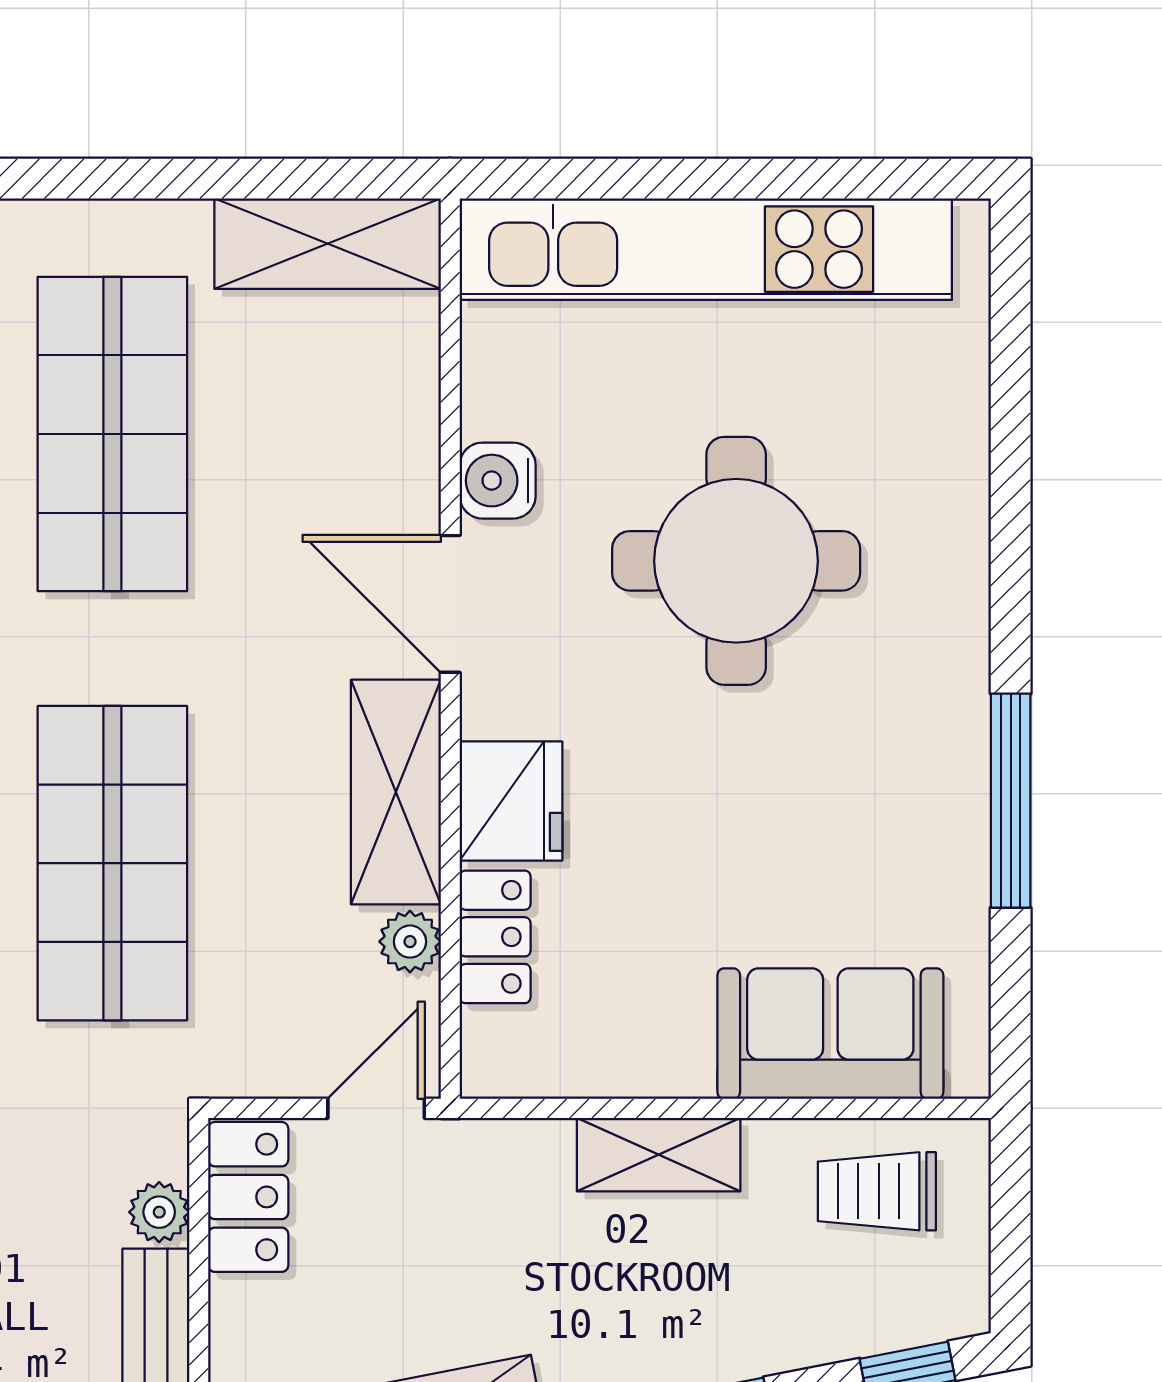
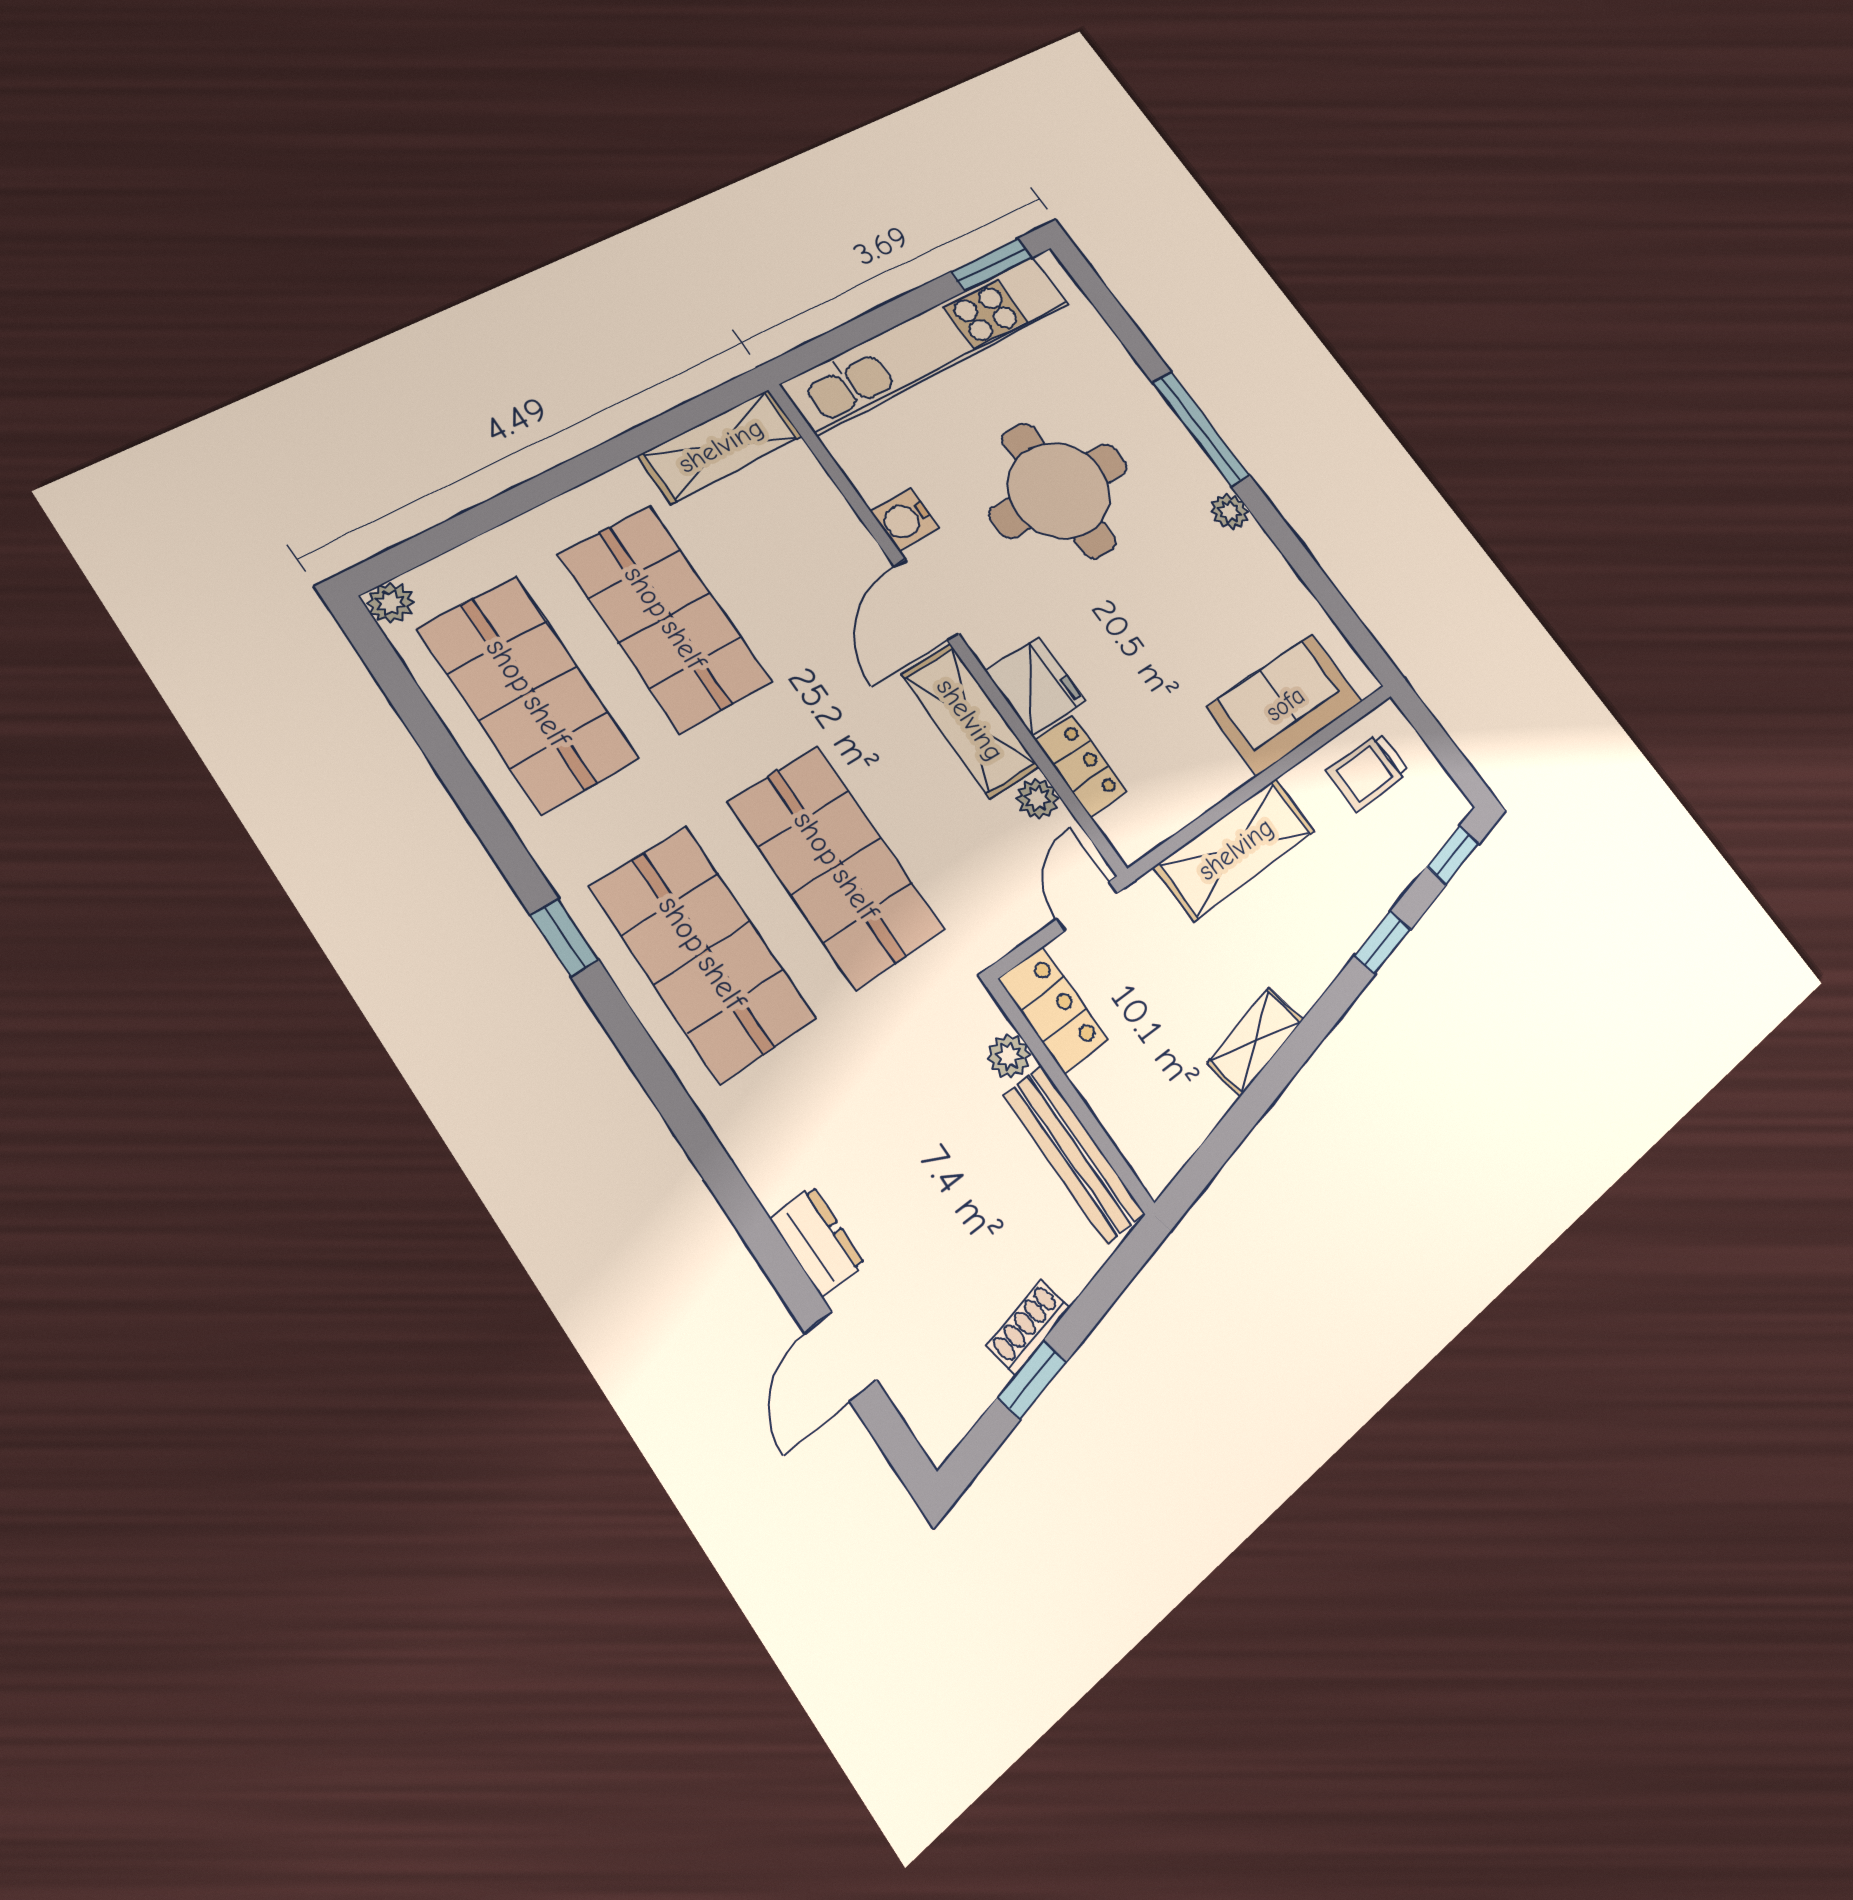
window: (883, 179) -> (992, 265), added
door: (450, 604) -> (926, 600), hinge flipped
plant: (960, 731) -> (1230, 511), added
window: (1011, 801) -> (1201, 429), moved
shelving: (659, 1155) -> (1236, 849), width x1.50, depth x1.33

